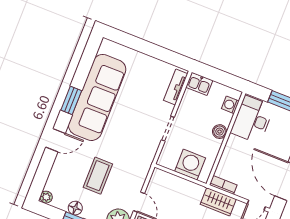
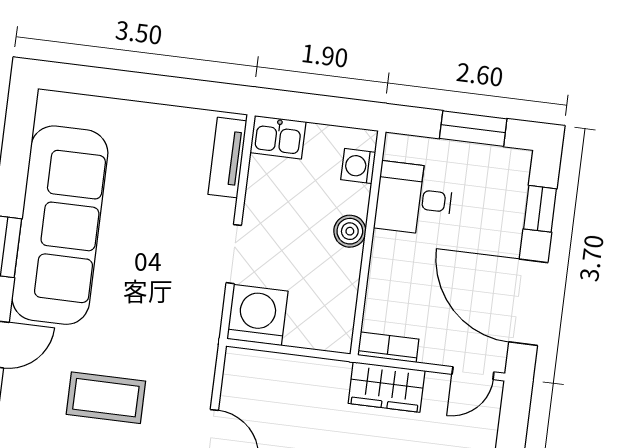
desk: (252, 120) -> (414, 199), width x0.73
washing machine: (190, 165) -> (257, 315), moved
coffee table: (98, 176) -> (106, 398), turned 90

